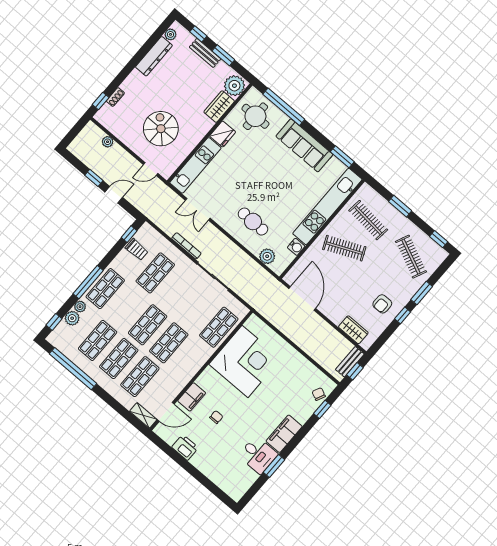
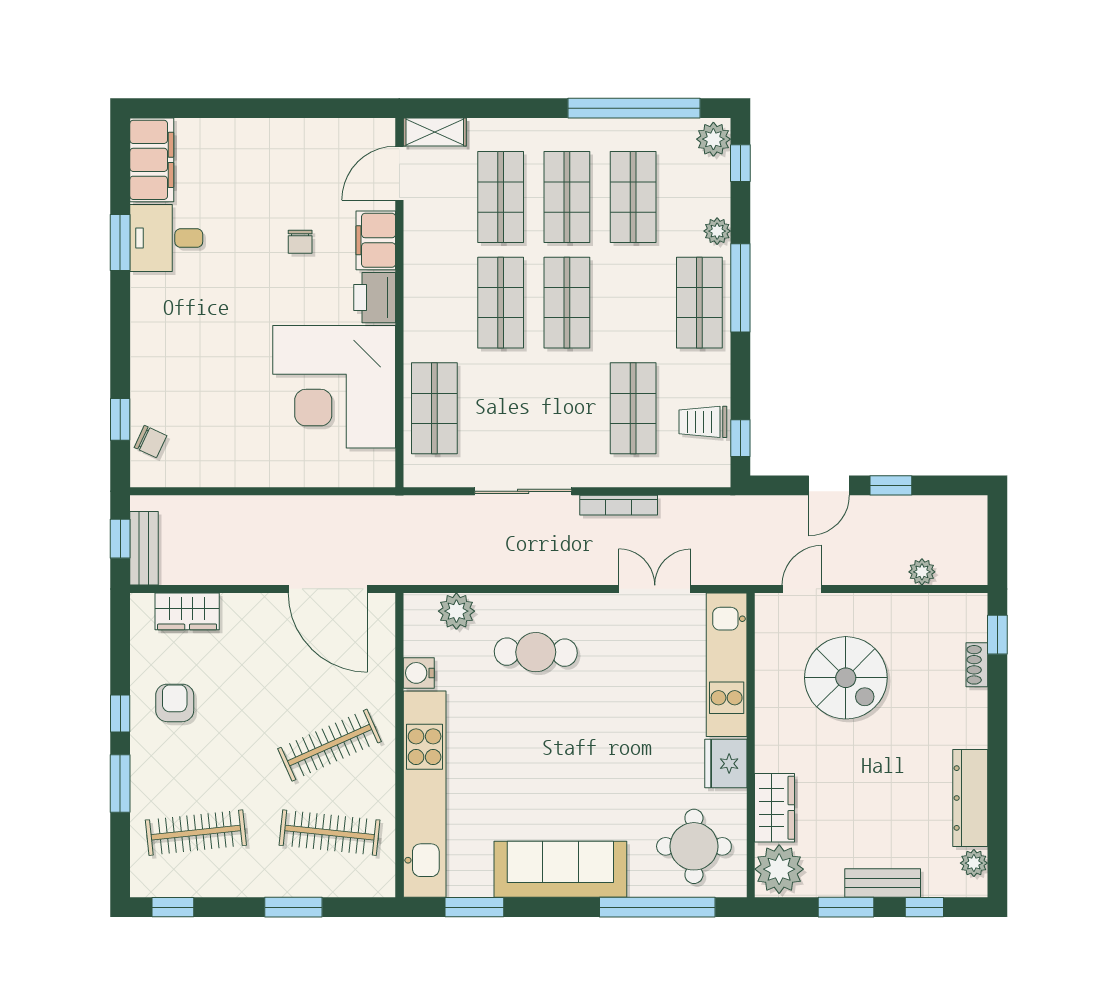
clothes rail: (411, 257) -> (196, 833), turned -30
plant: (72, 318) -> (713, 139), moved
filing cabinet: (284, 434) -> (152, 160), moved
printer: (185, 447) -> (375, 298), moved, turned 90

